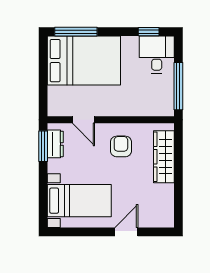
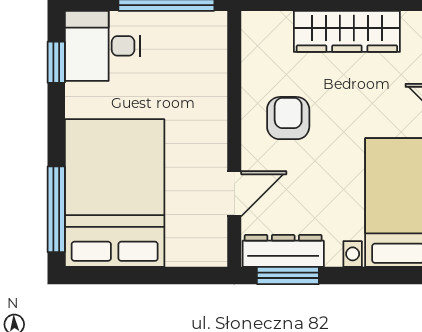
dresser: (55, 144) -> (283, 251), width x1.44
armchair: (121, 146) -> (288, 118), turned 90
wardrobe: (164, 157) -> (347, 31), moved

